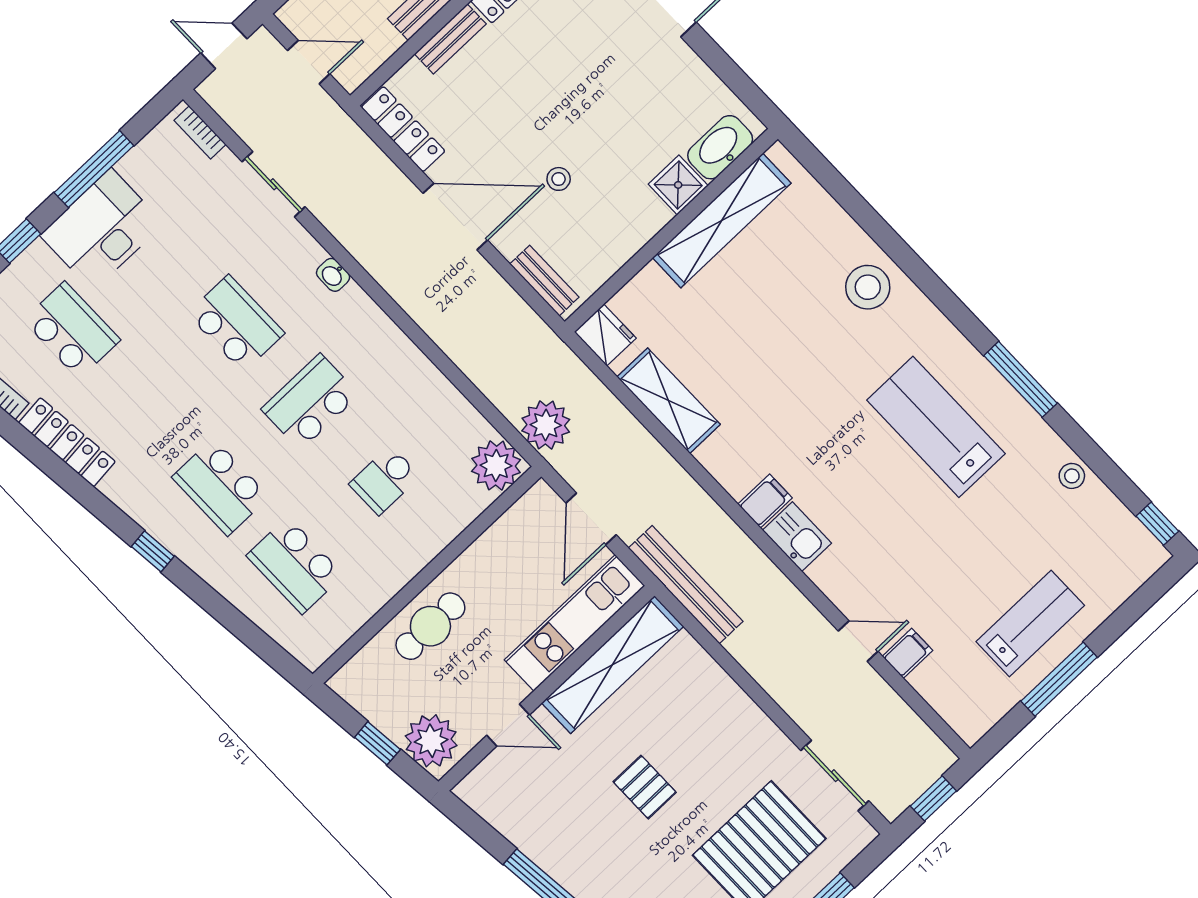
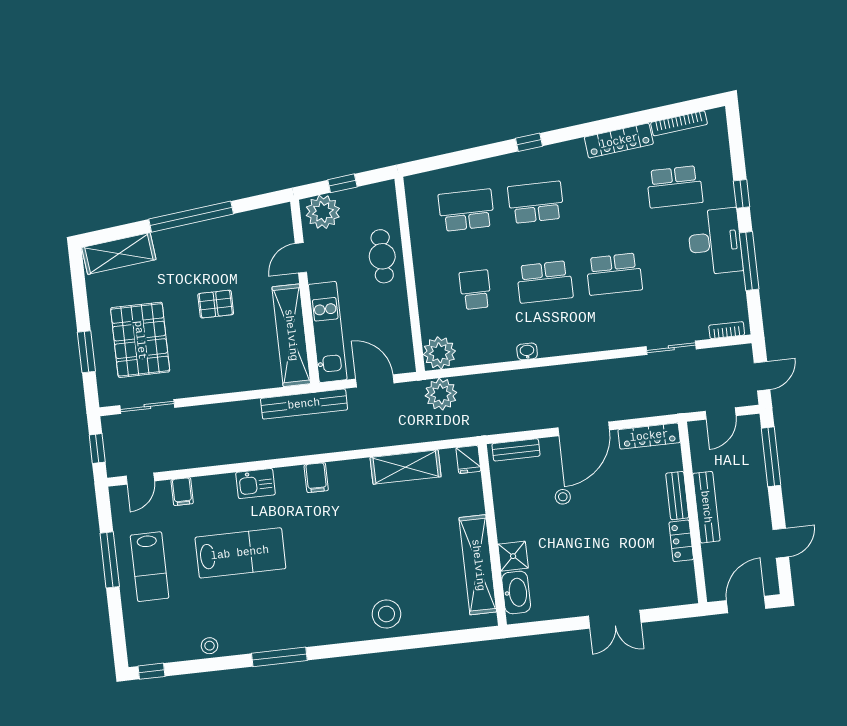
washbasin: (333, 275) -> (527, 351), moved
fridge: (605, 335) -> (468, 460), width x0.72
school desk: (310, 402) -> (545, 282), turned 90
lab bench: (936, 427) -> (240, 553), moved
kitchen sink: (797, 537) -> (255, 484), moved
door: (858, 641) -> (140, 479), moved

